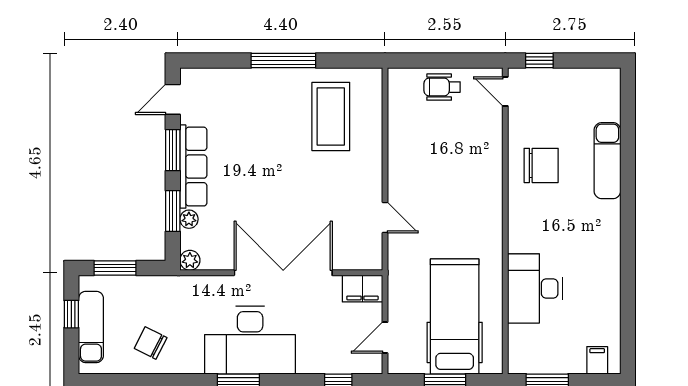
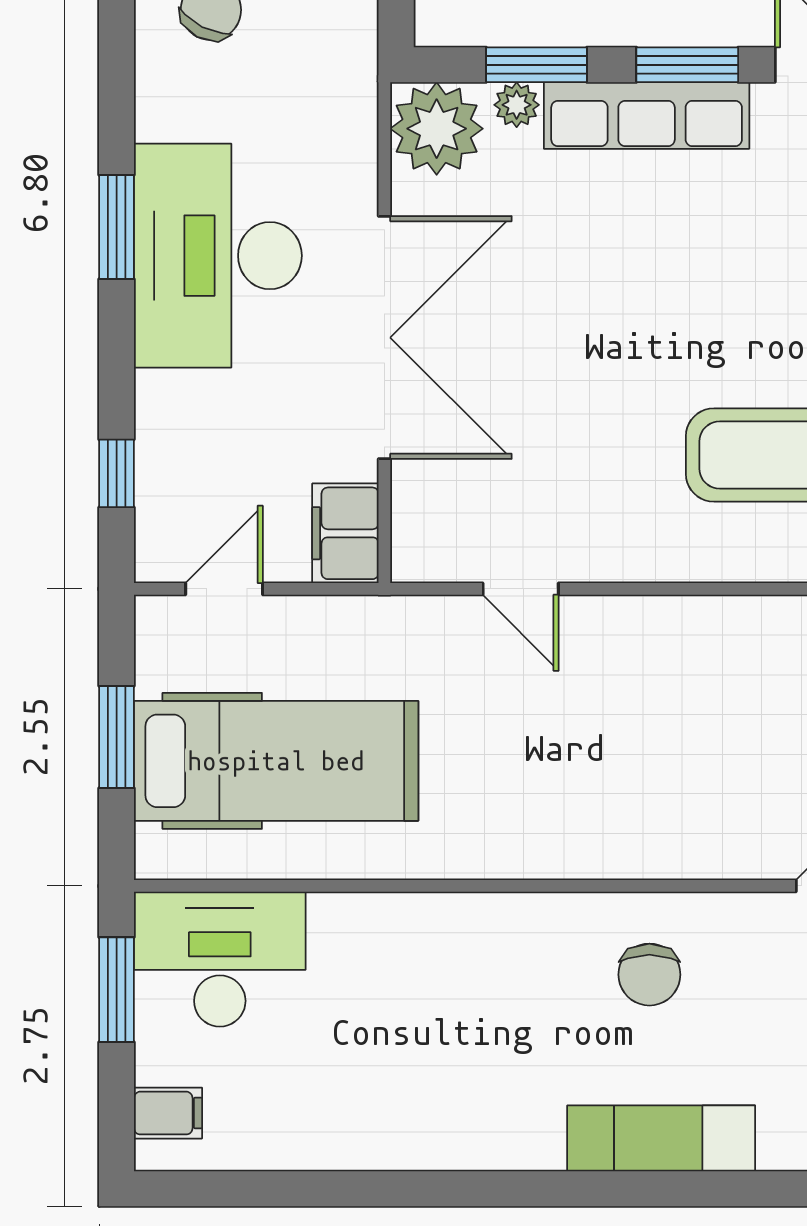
chair: (541, 165) -> (649, 975), width x0.73, depth x0.73
door: (385, 218) -> (521, 589), hinge flipped
plant: (190, 260) -> (437, 129), width x1.87, depth x1.87
desk: (535, 289) -> (220, 959), moved
door: (385, 338) -> (224, 589), hinge flipped

